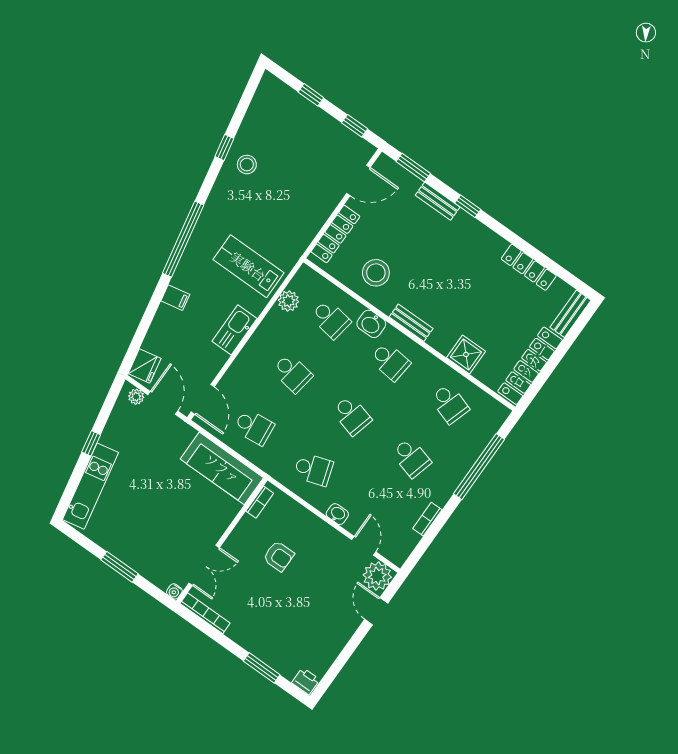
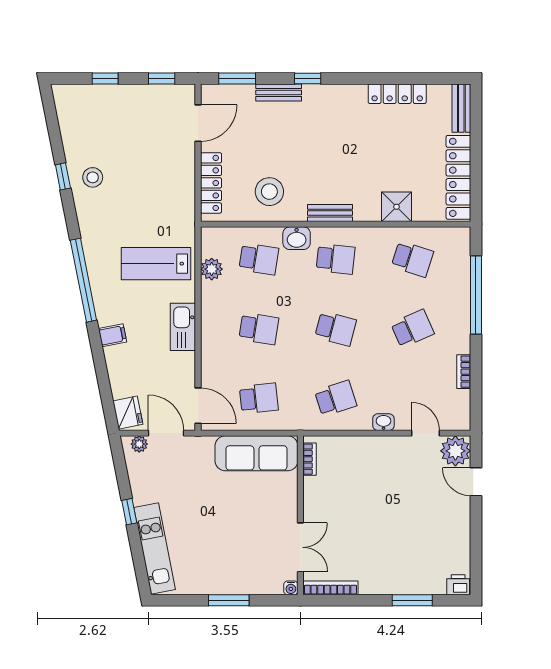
school desk: (411, 458) -> (412, 329), turned -39
armchair: (279, 556) -> (359, 494), removed

